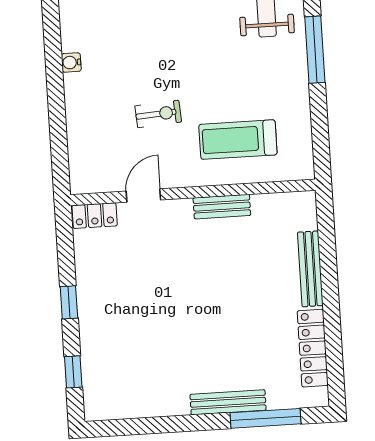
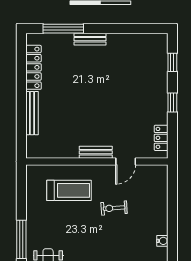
bench: (222, 207) -> (96, 152), moved
locker: (95, 216) -> (161, 138), moved, turned -90
bench: (228, 402) -> (90, 39), width x0.73

